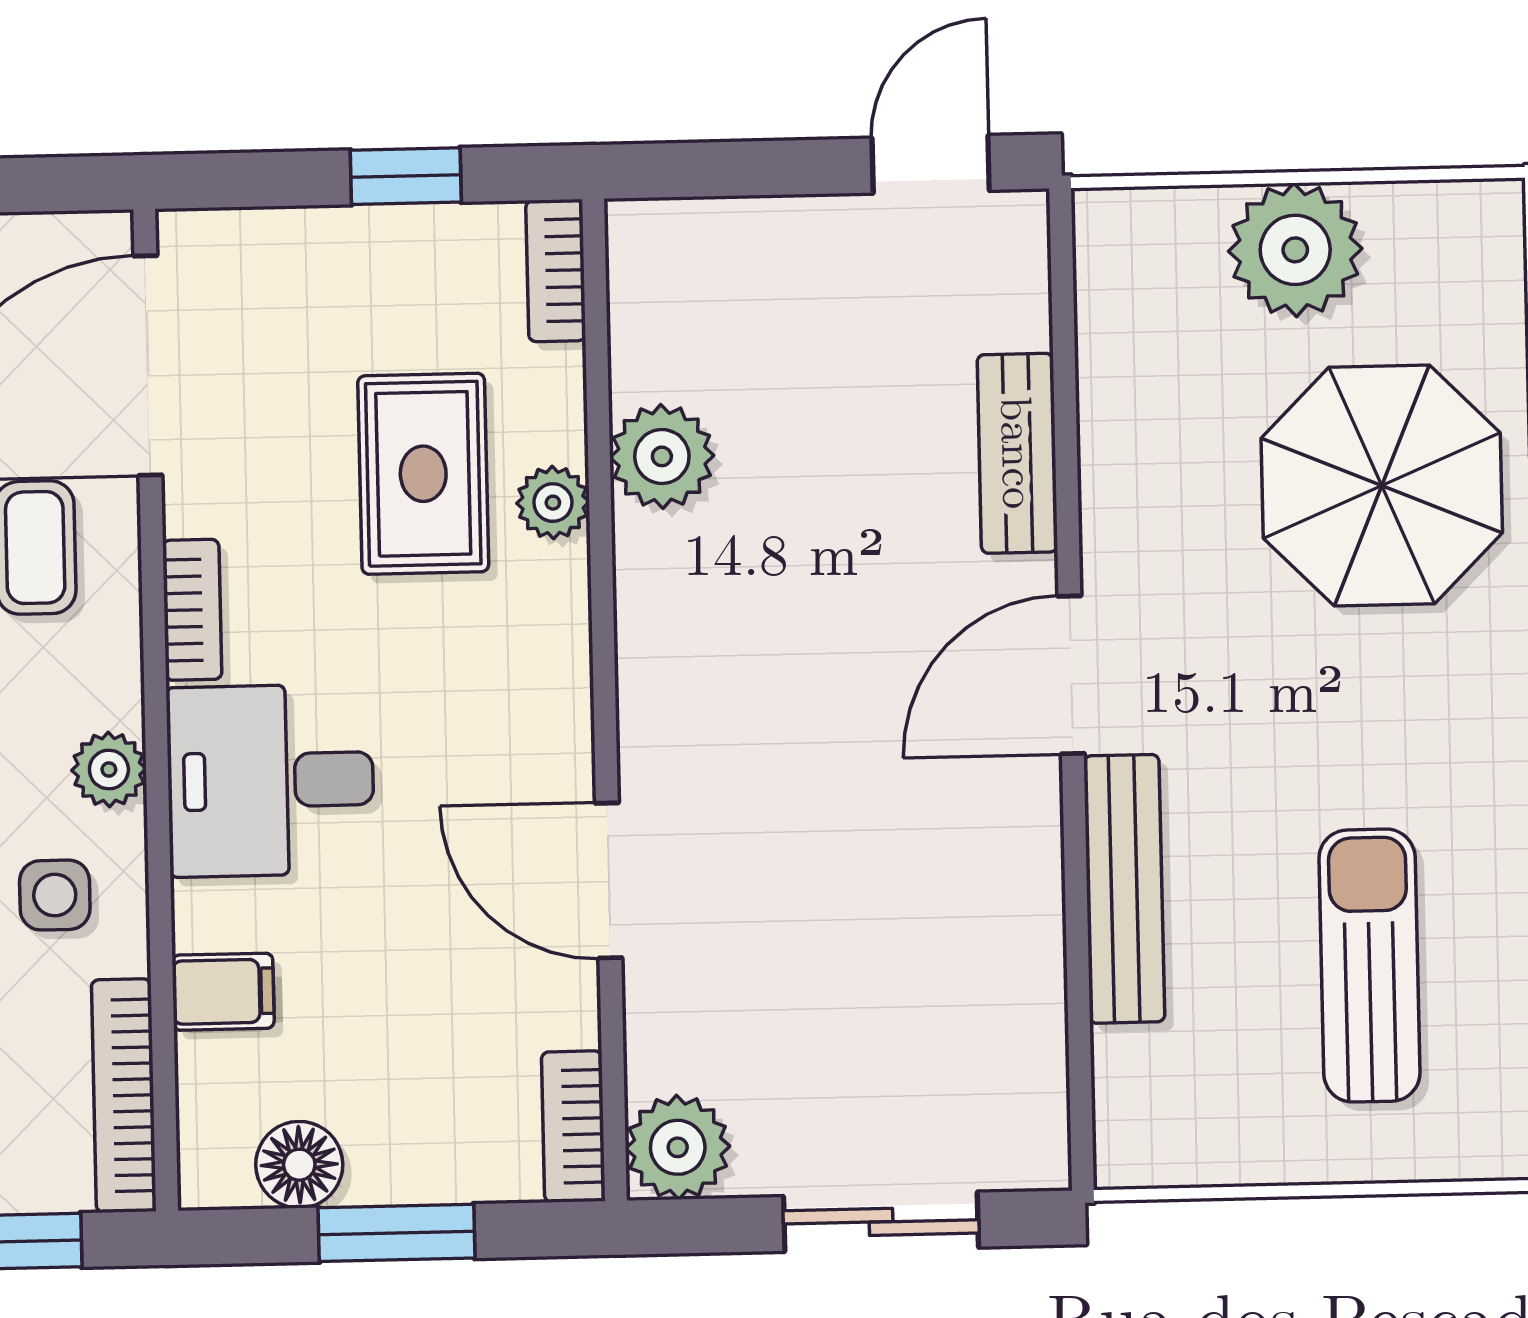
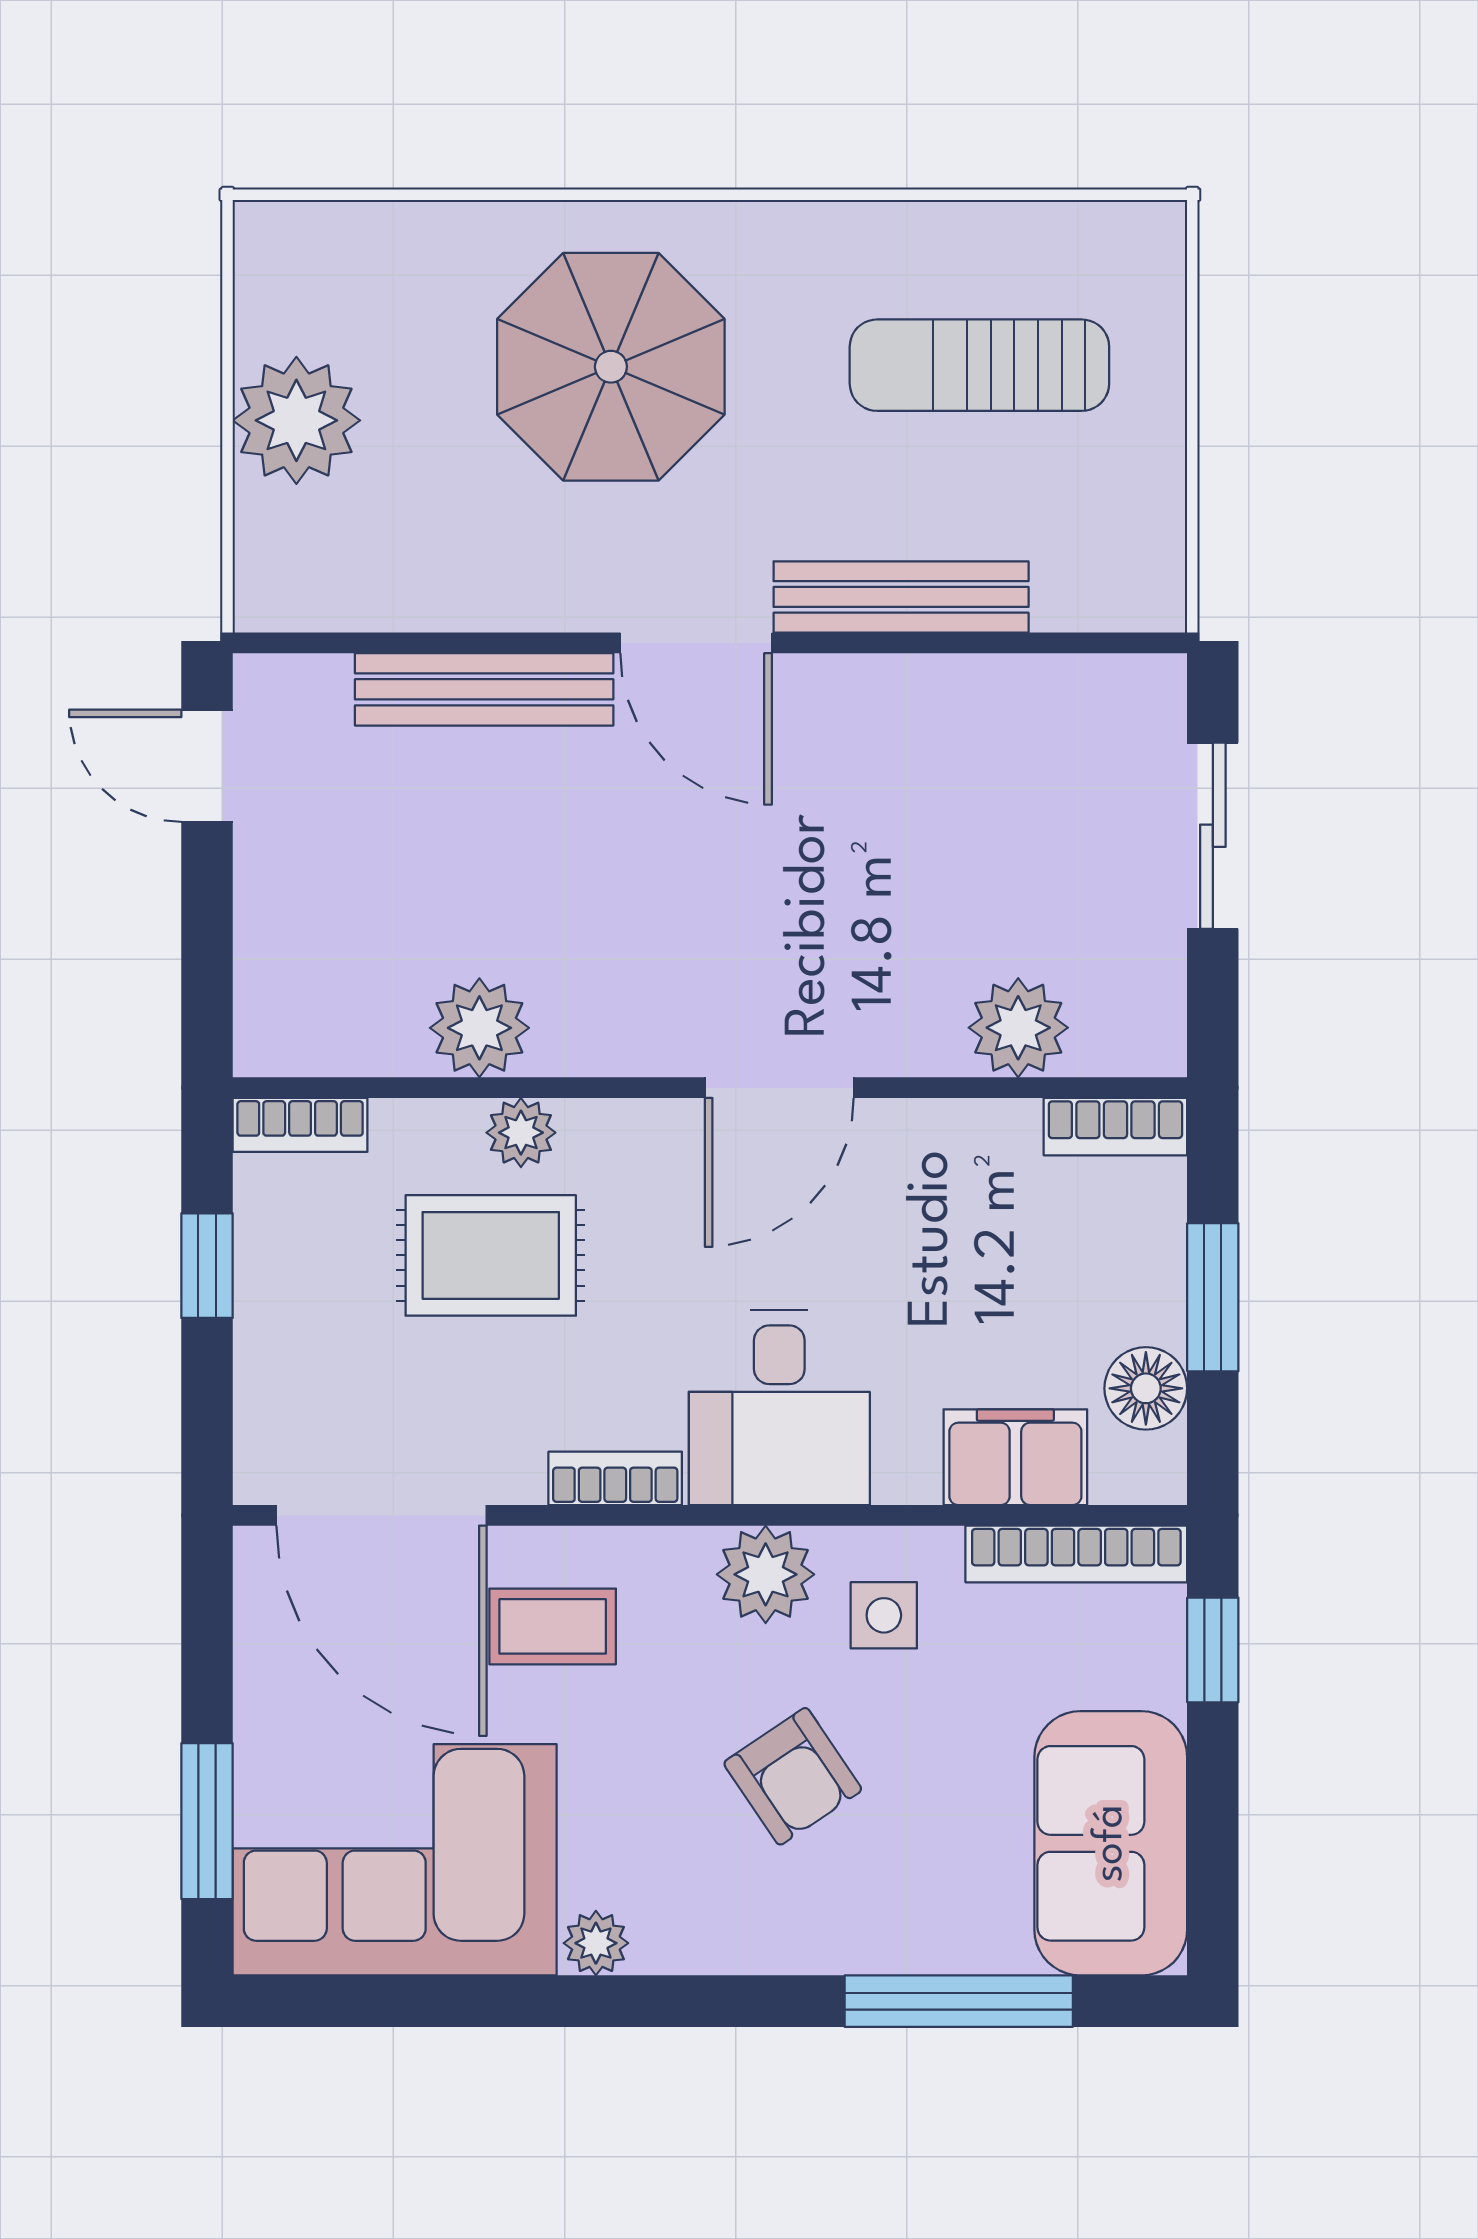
bench: (1017, 453) -> (484, 689), width x1.36
parasol: (1382, 485) -> (611, 367), moved
plant: (109, 770) -> (766, 1574), width x1.38, depth x1.38
door: (609, 880) -> (779, 1088), moved
filing cabinet: (223, 992) -> (1015, 1457), width x2.00
plant: (678, 1147) -> (1018, 1028), moved

